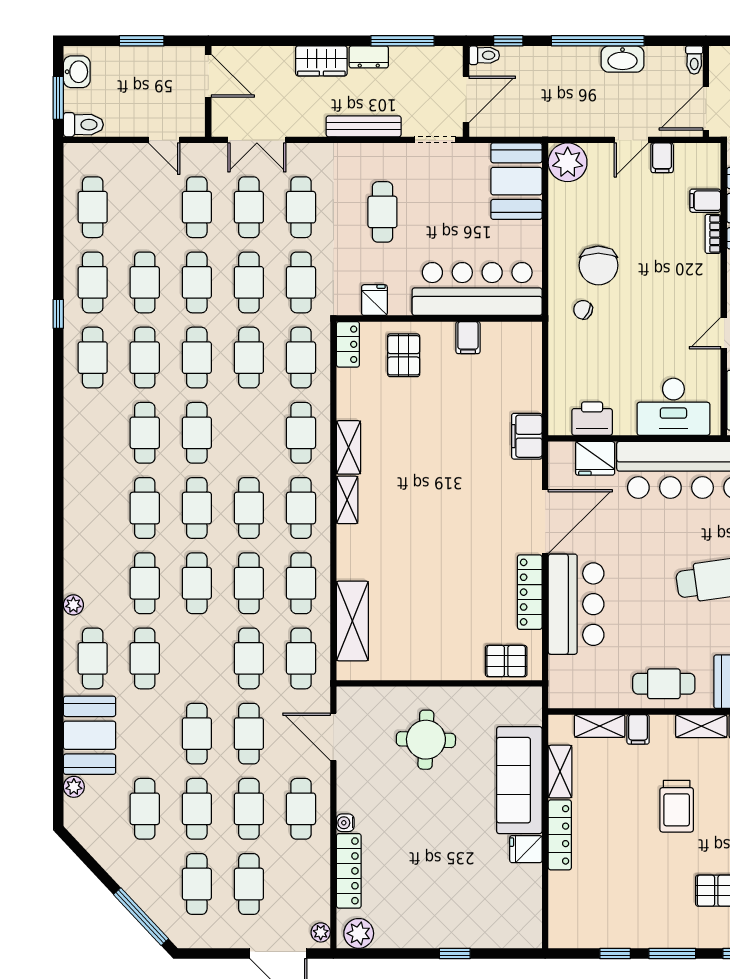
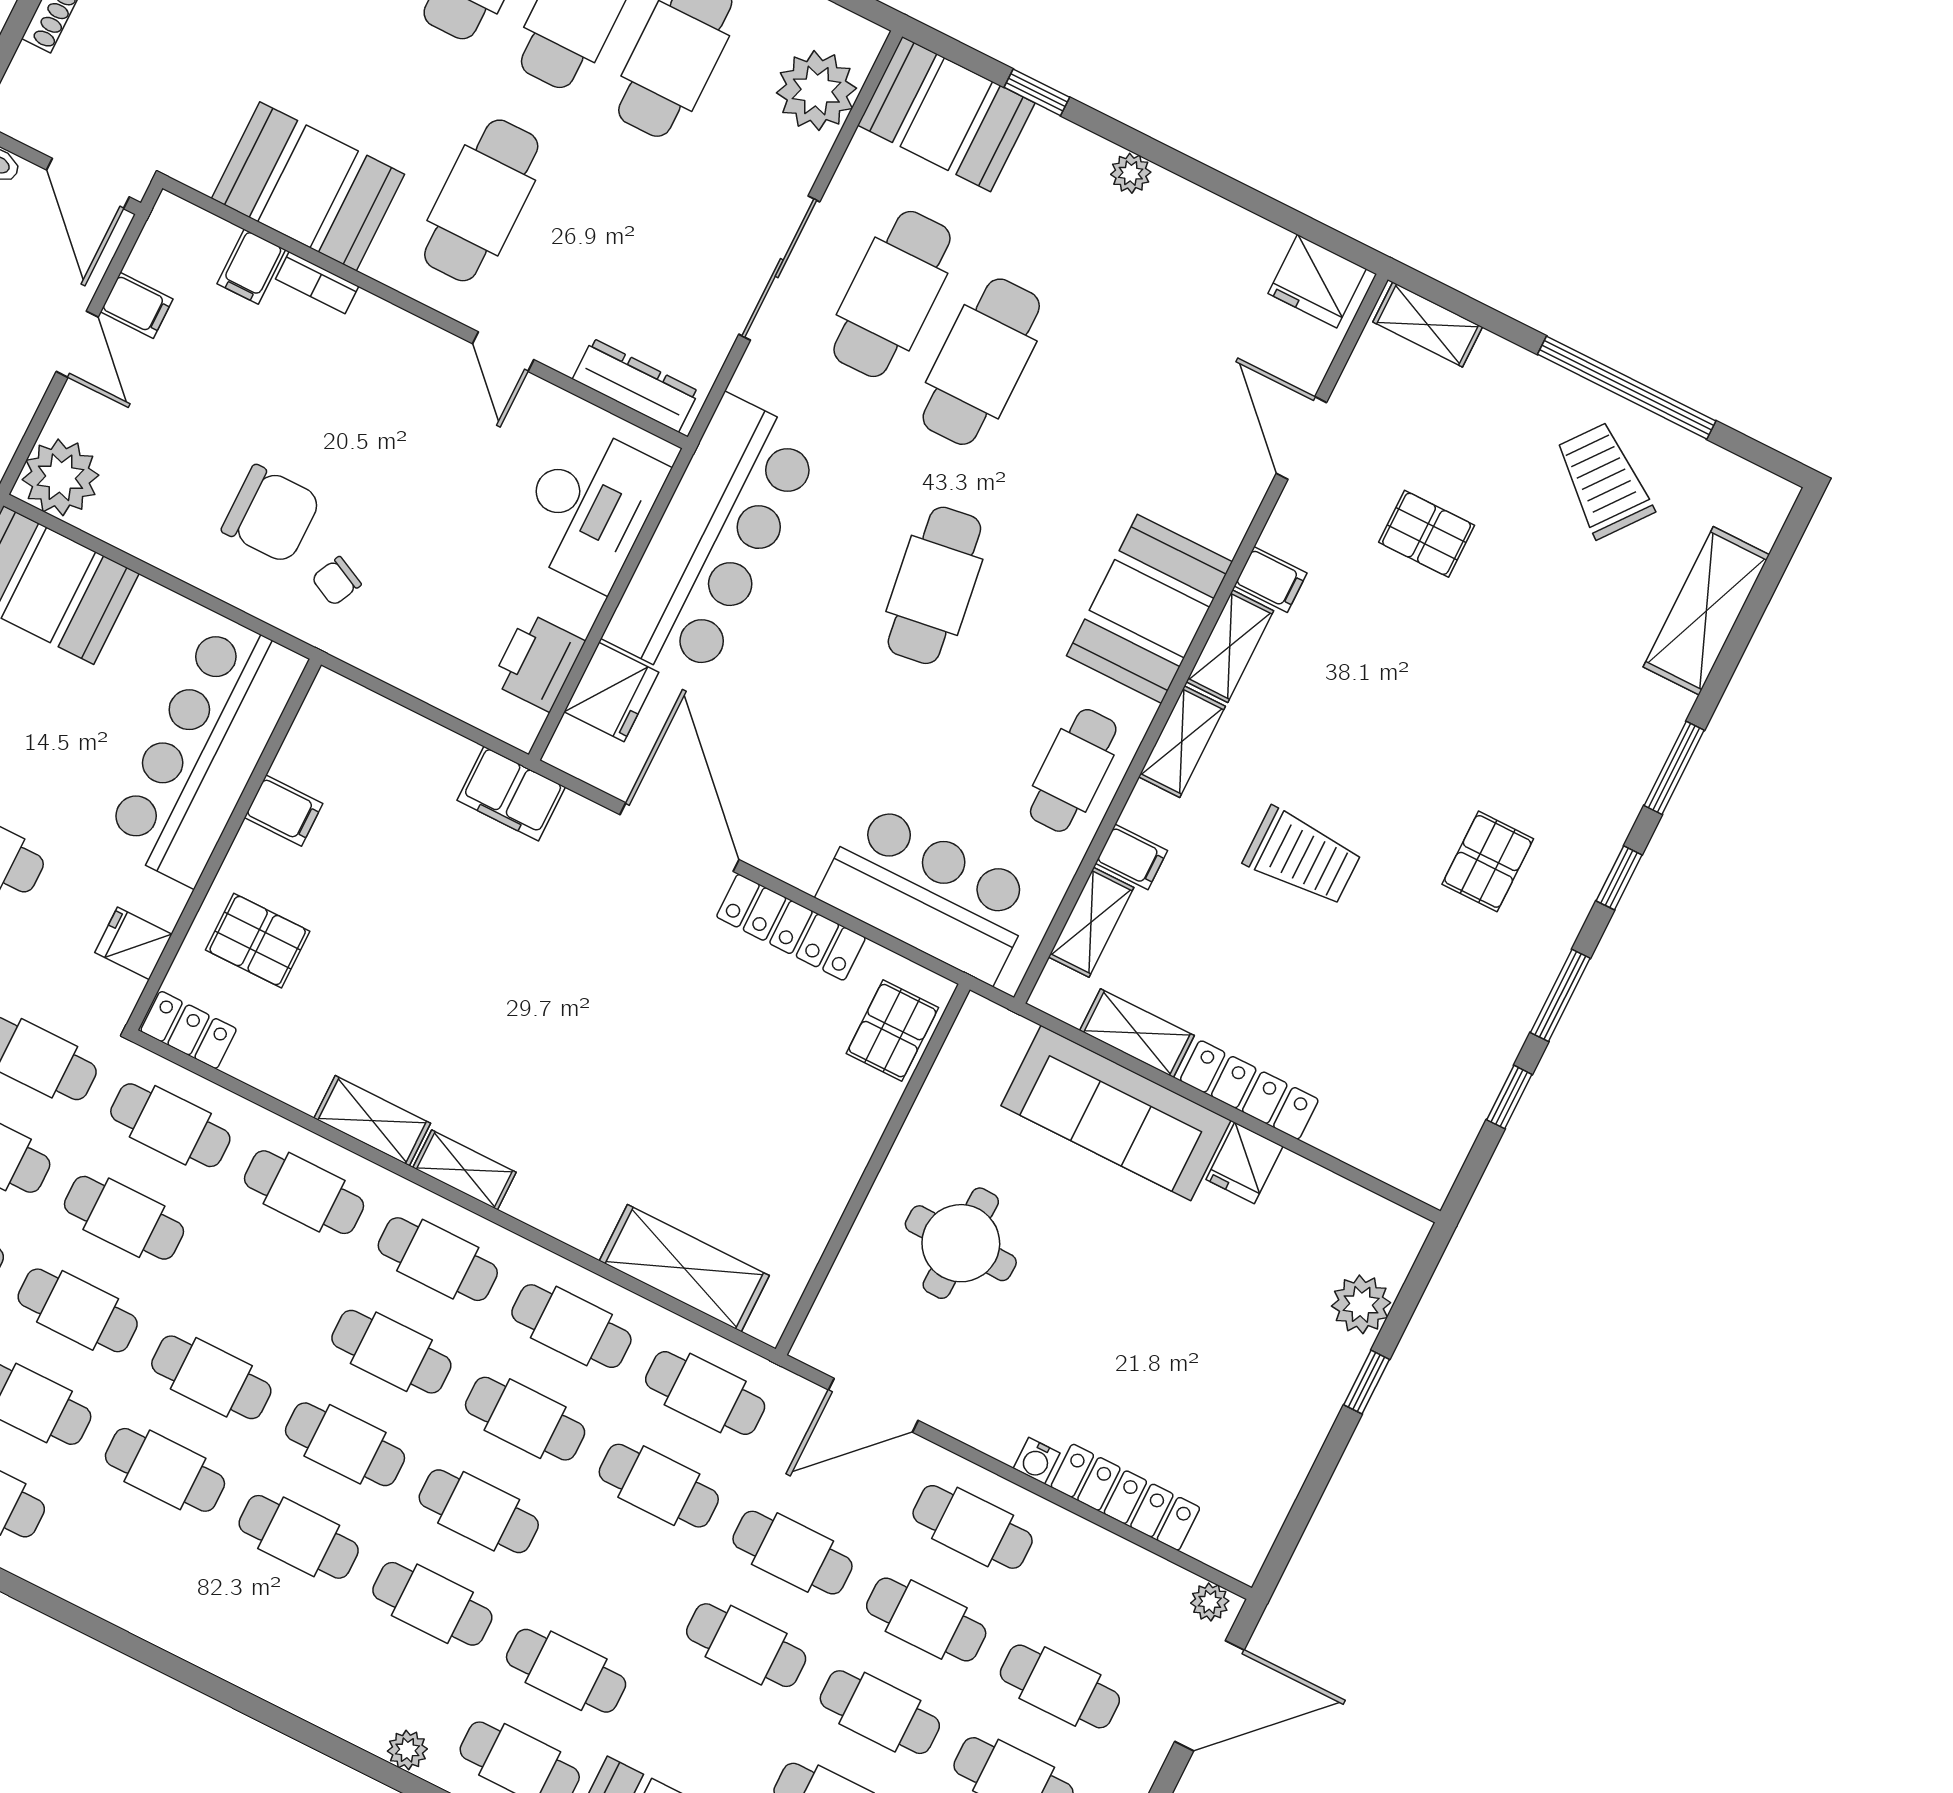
bar counter: (576, 604) -> (928, 893), moved
plant: (359, 933) -> (1361, 1304), moved

